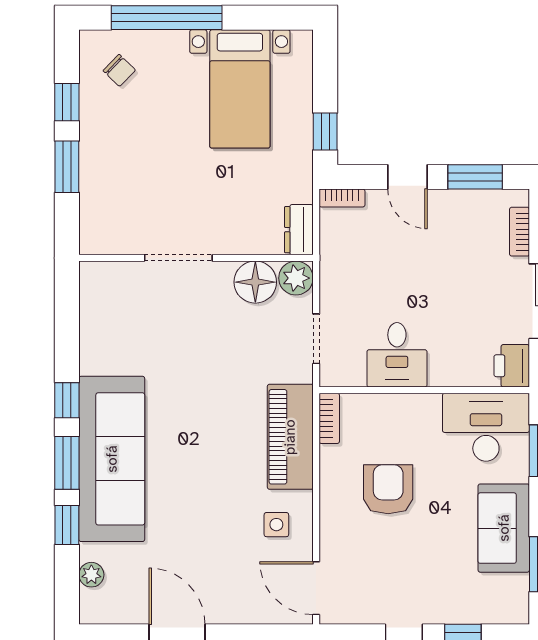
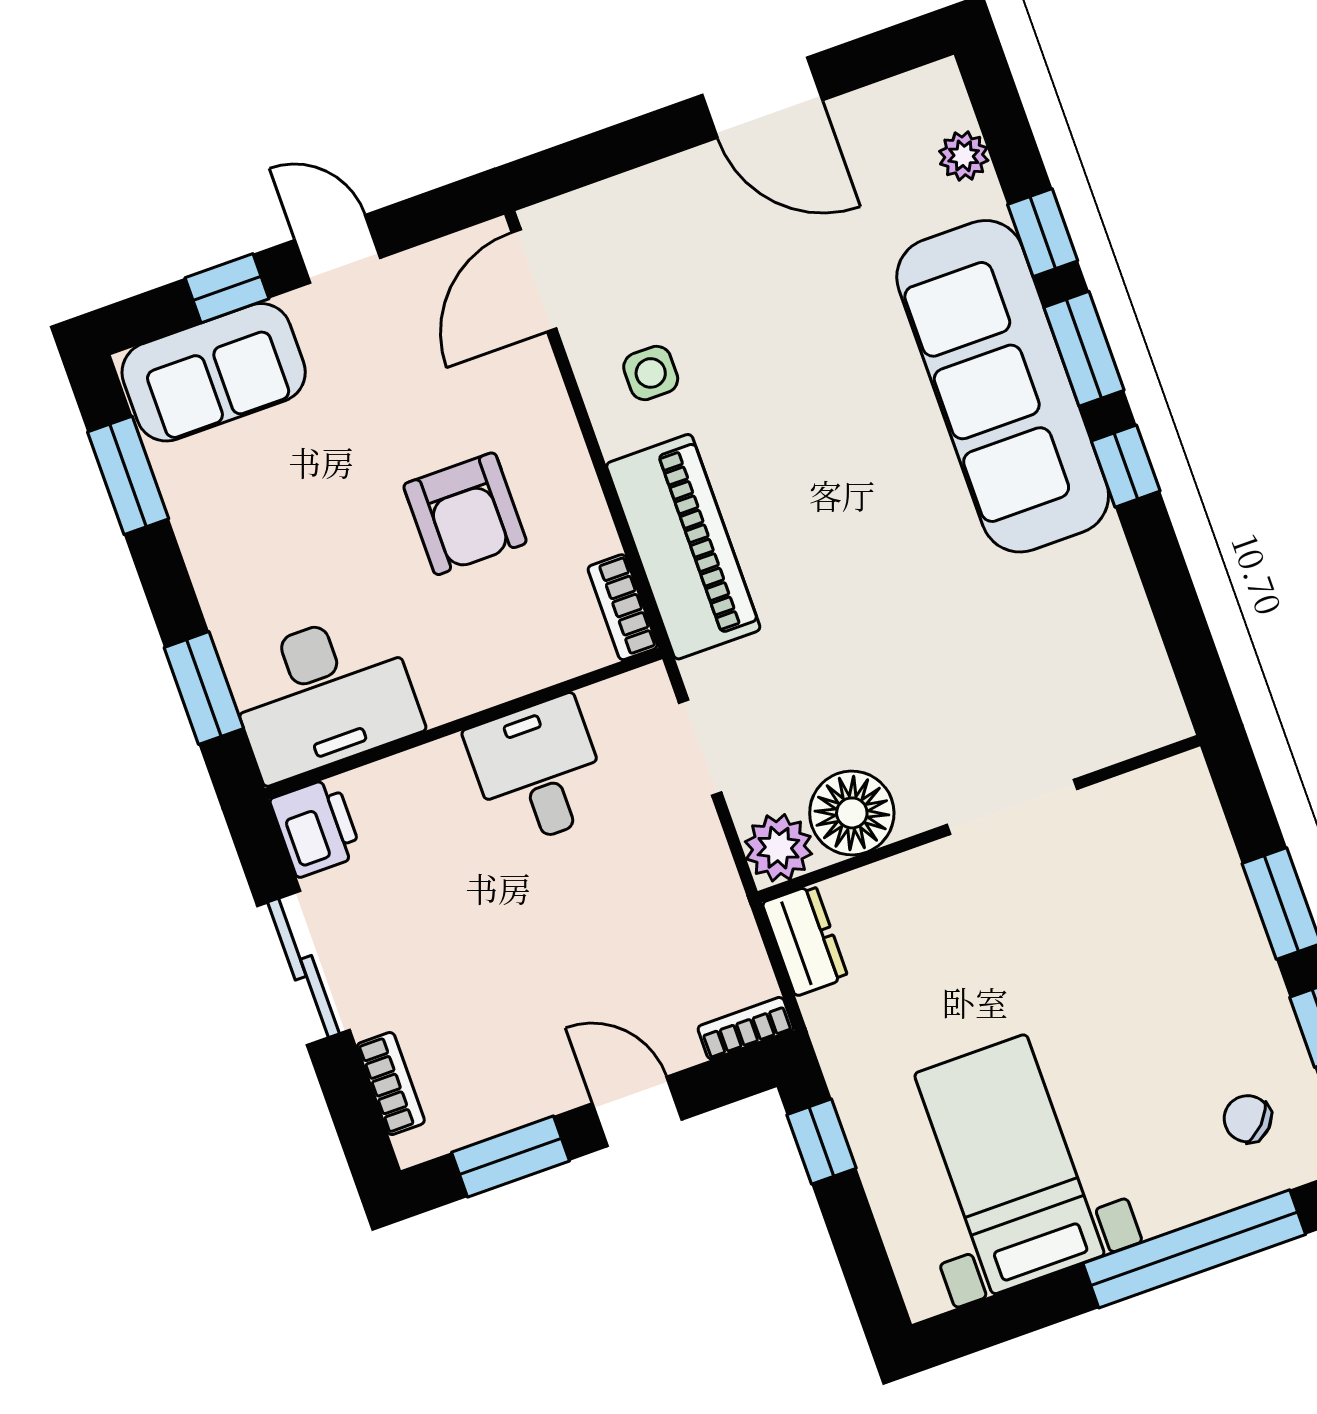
sofa: (504, 528) -> (214, 372), moved, turned 90
door: (316, 588) -> (534, 281), swing flipped

